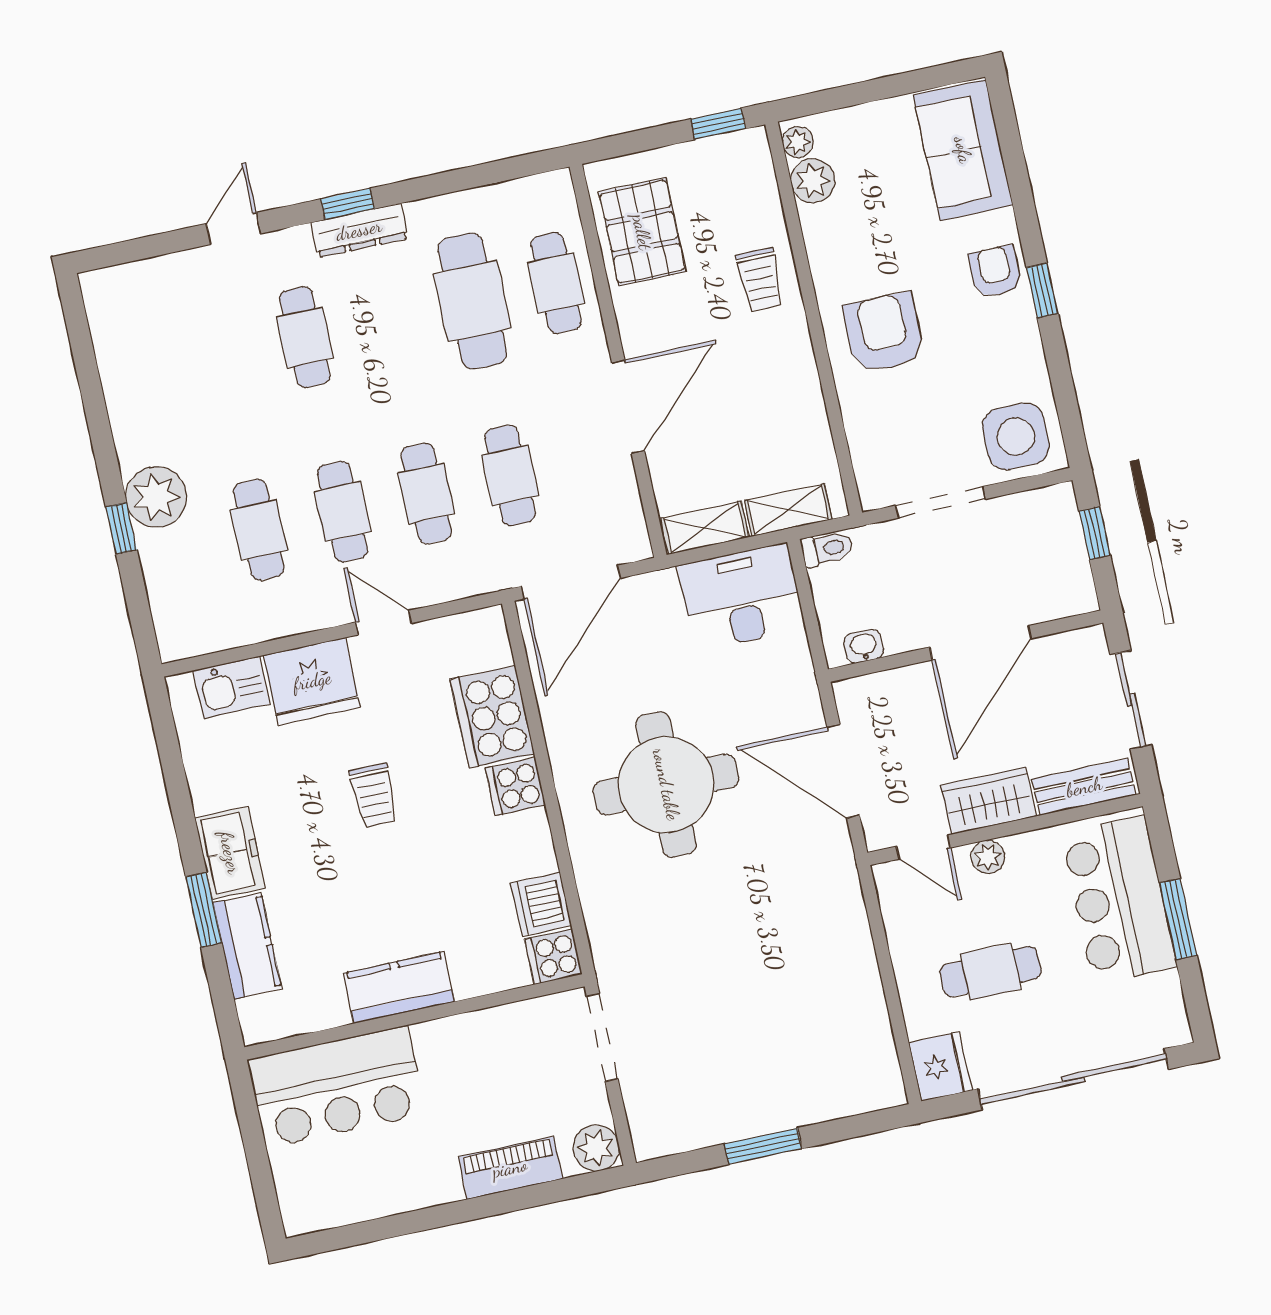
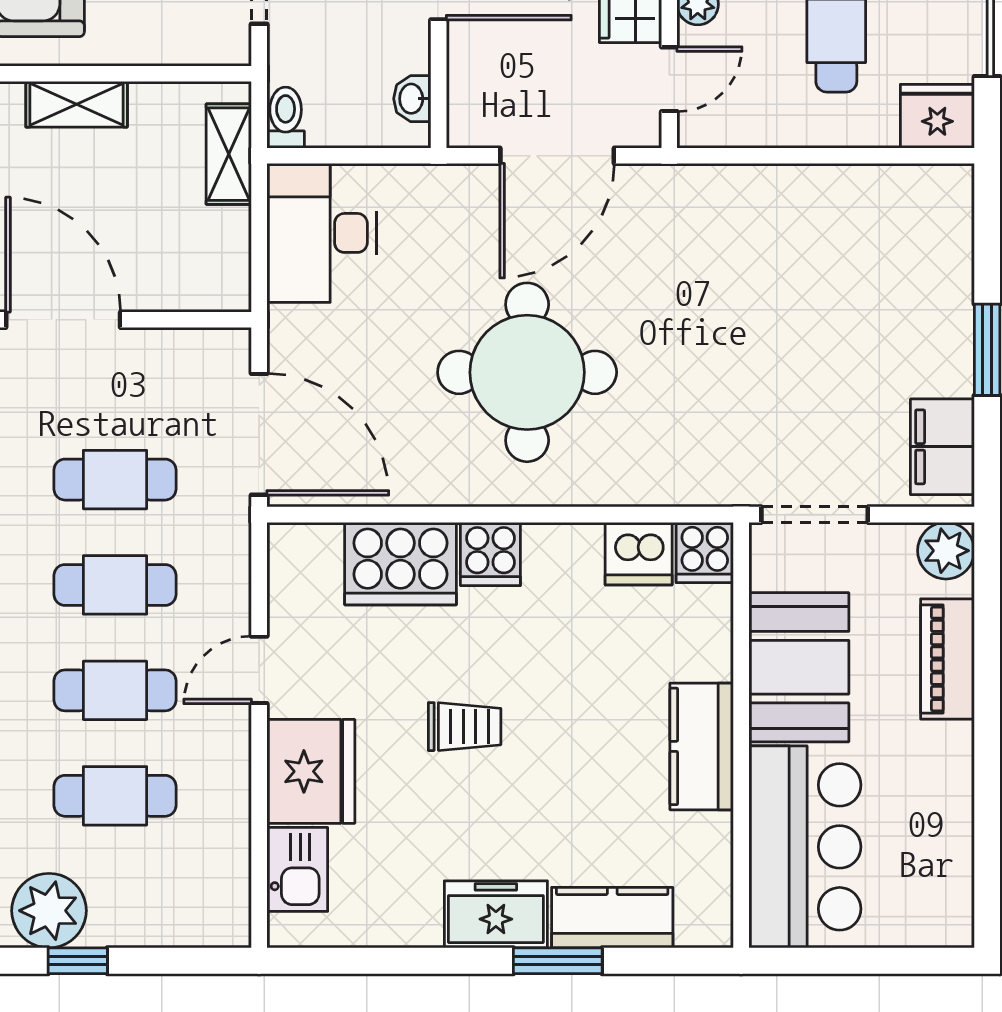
shelving: (705, 528) -> (77, 104), moved, turned 90
booth: (478, 1051) -> (799, 667), added
filing cabinet: (678, 1127) -> (942, 447), added

